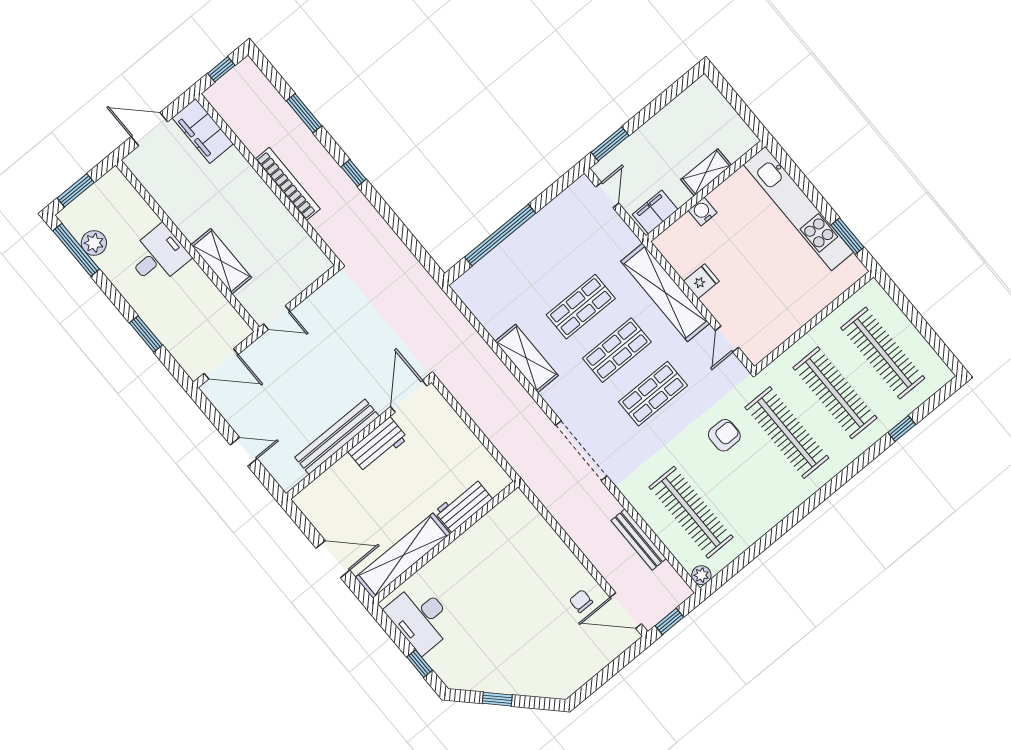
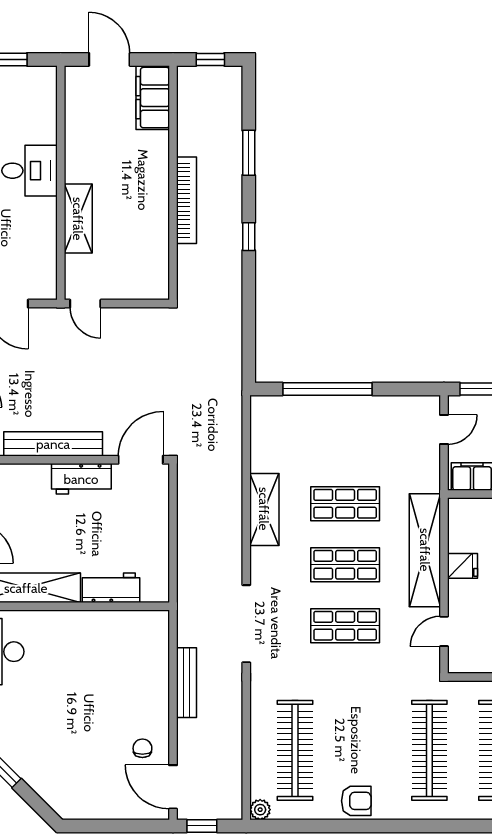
armchair: (724, 435) -> (356, 801), moved
bench: (639, 539) -> (186, 683), moved

